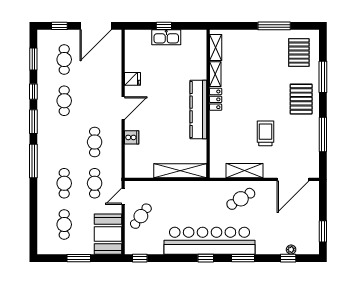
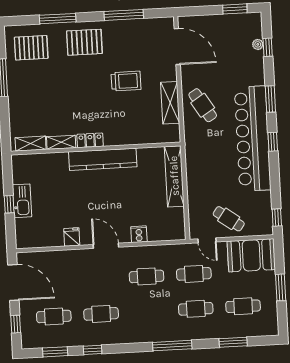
window: (33, 122) -> (233, 342), moved
trolley: (265, 133) -> (126, 81), turned 180

